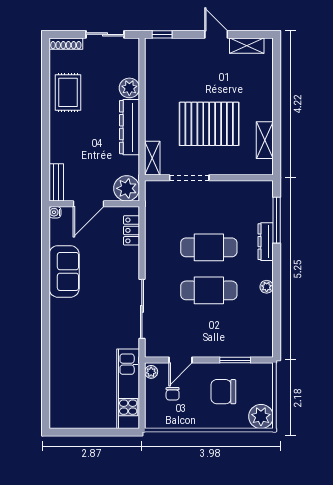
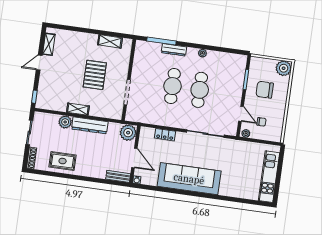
pallet: (209, 124) -> (95, 75), width x0.73, depth x0.71
shelving: (152, 158) -> (78, 109), moved
locker: (131, 230) -> (165, 135), moved
sofa: (64, 271) -> (189, 179), width x1.85, depth x1.27
kitchen unit: (128, 389) -> (269, 177), moved, turned 90
chair: (223, 392) -> (265, 90), turned 90

